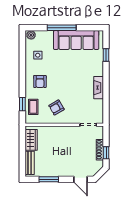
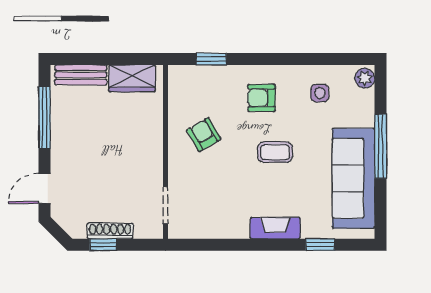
fireplace: (99, 88) -> (275, 228), moved
coffee table: (33, 107) -> (275, 152), moved
window: (49, 179) -> (44, 118), width x1.44

